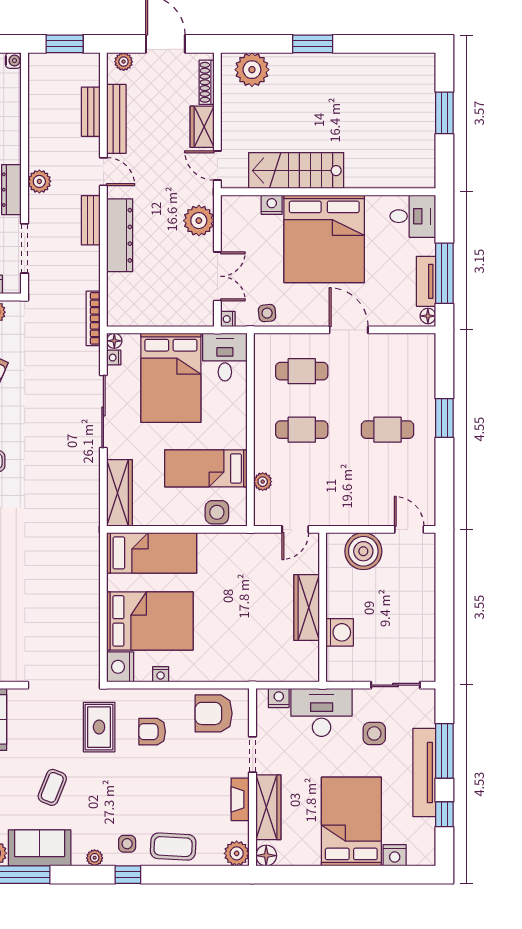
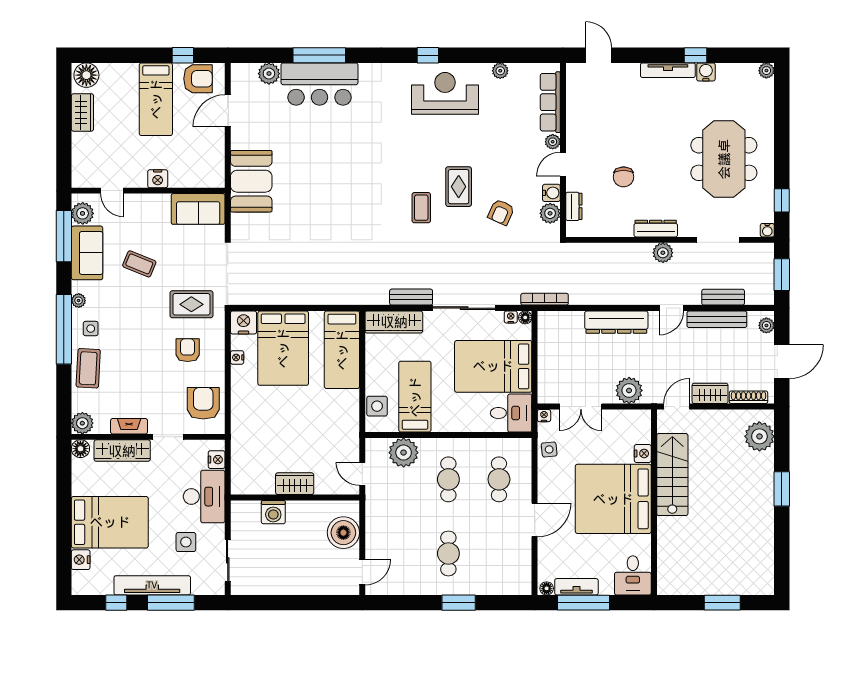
bench: (91, 220) -> (411, 297), moved
doorway: (25, 248) -> (718, 240), moved
plant: (263, 482) -> (404, 453), width x1.87, depth x1.87
wardrobe: (307, 608) -> (295, 484), width x0.67
window: (128, 875) -> (64, 329), width x3.17

